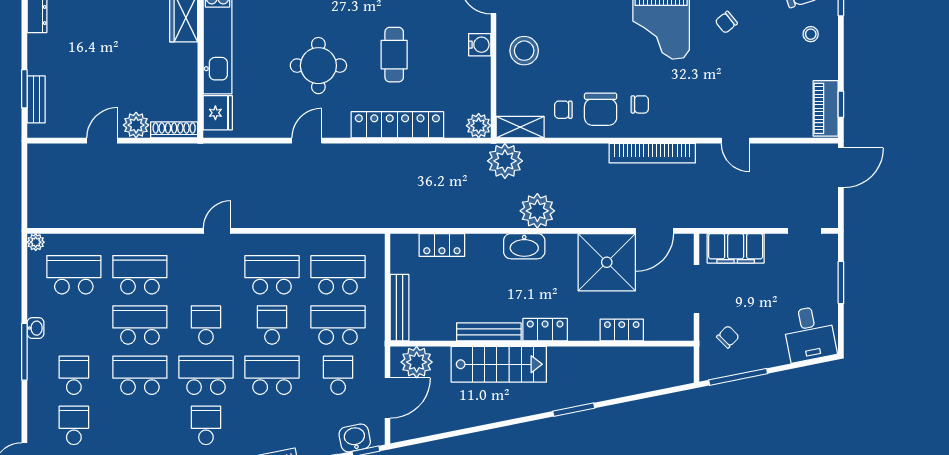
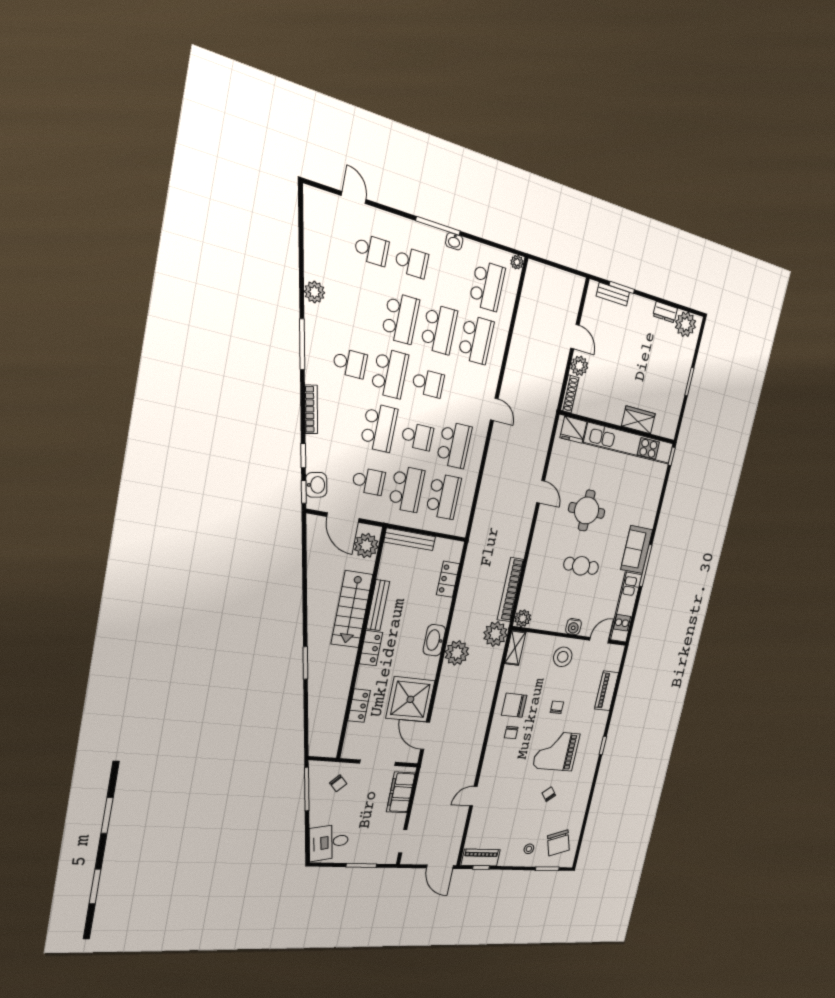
chair: (563, 110) -> (557, 707), moved
locker: (397, 125) -> (536, 560), removed
bookcase: (652, 153) -> (510, 590), moved

